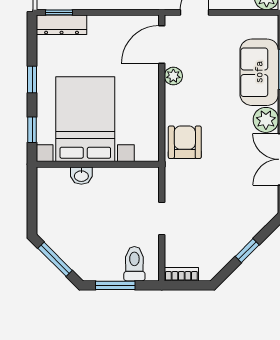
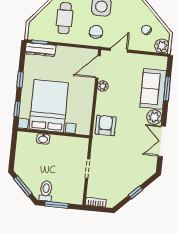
toilet: (134, 264) -> (46, 191), moved

